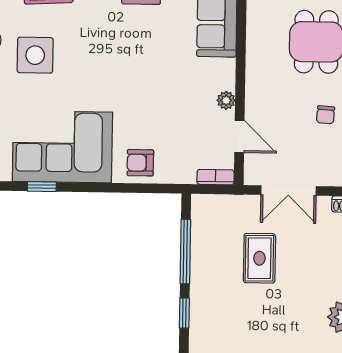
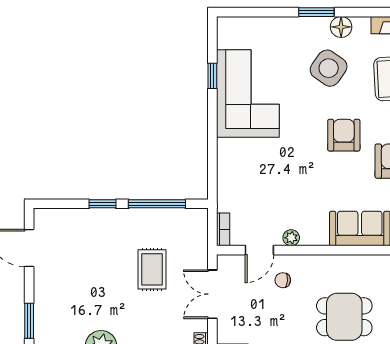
side table: (35, 55) -> (329, 68), turned 35
chair: (326, 115) -> (283, 280), moved
armchair: (140, 163) -> (344, 135), moved, width x1.38, depth x1.38
rug: (259, 258) -> (152, 269), turned 90

